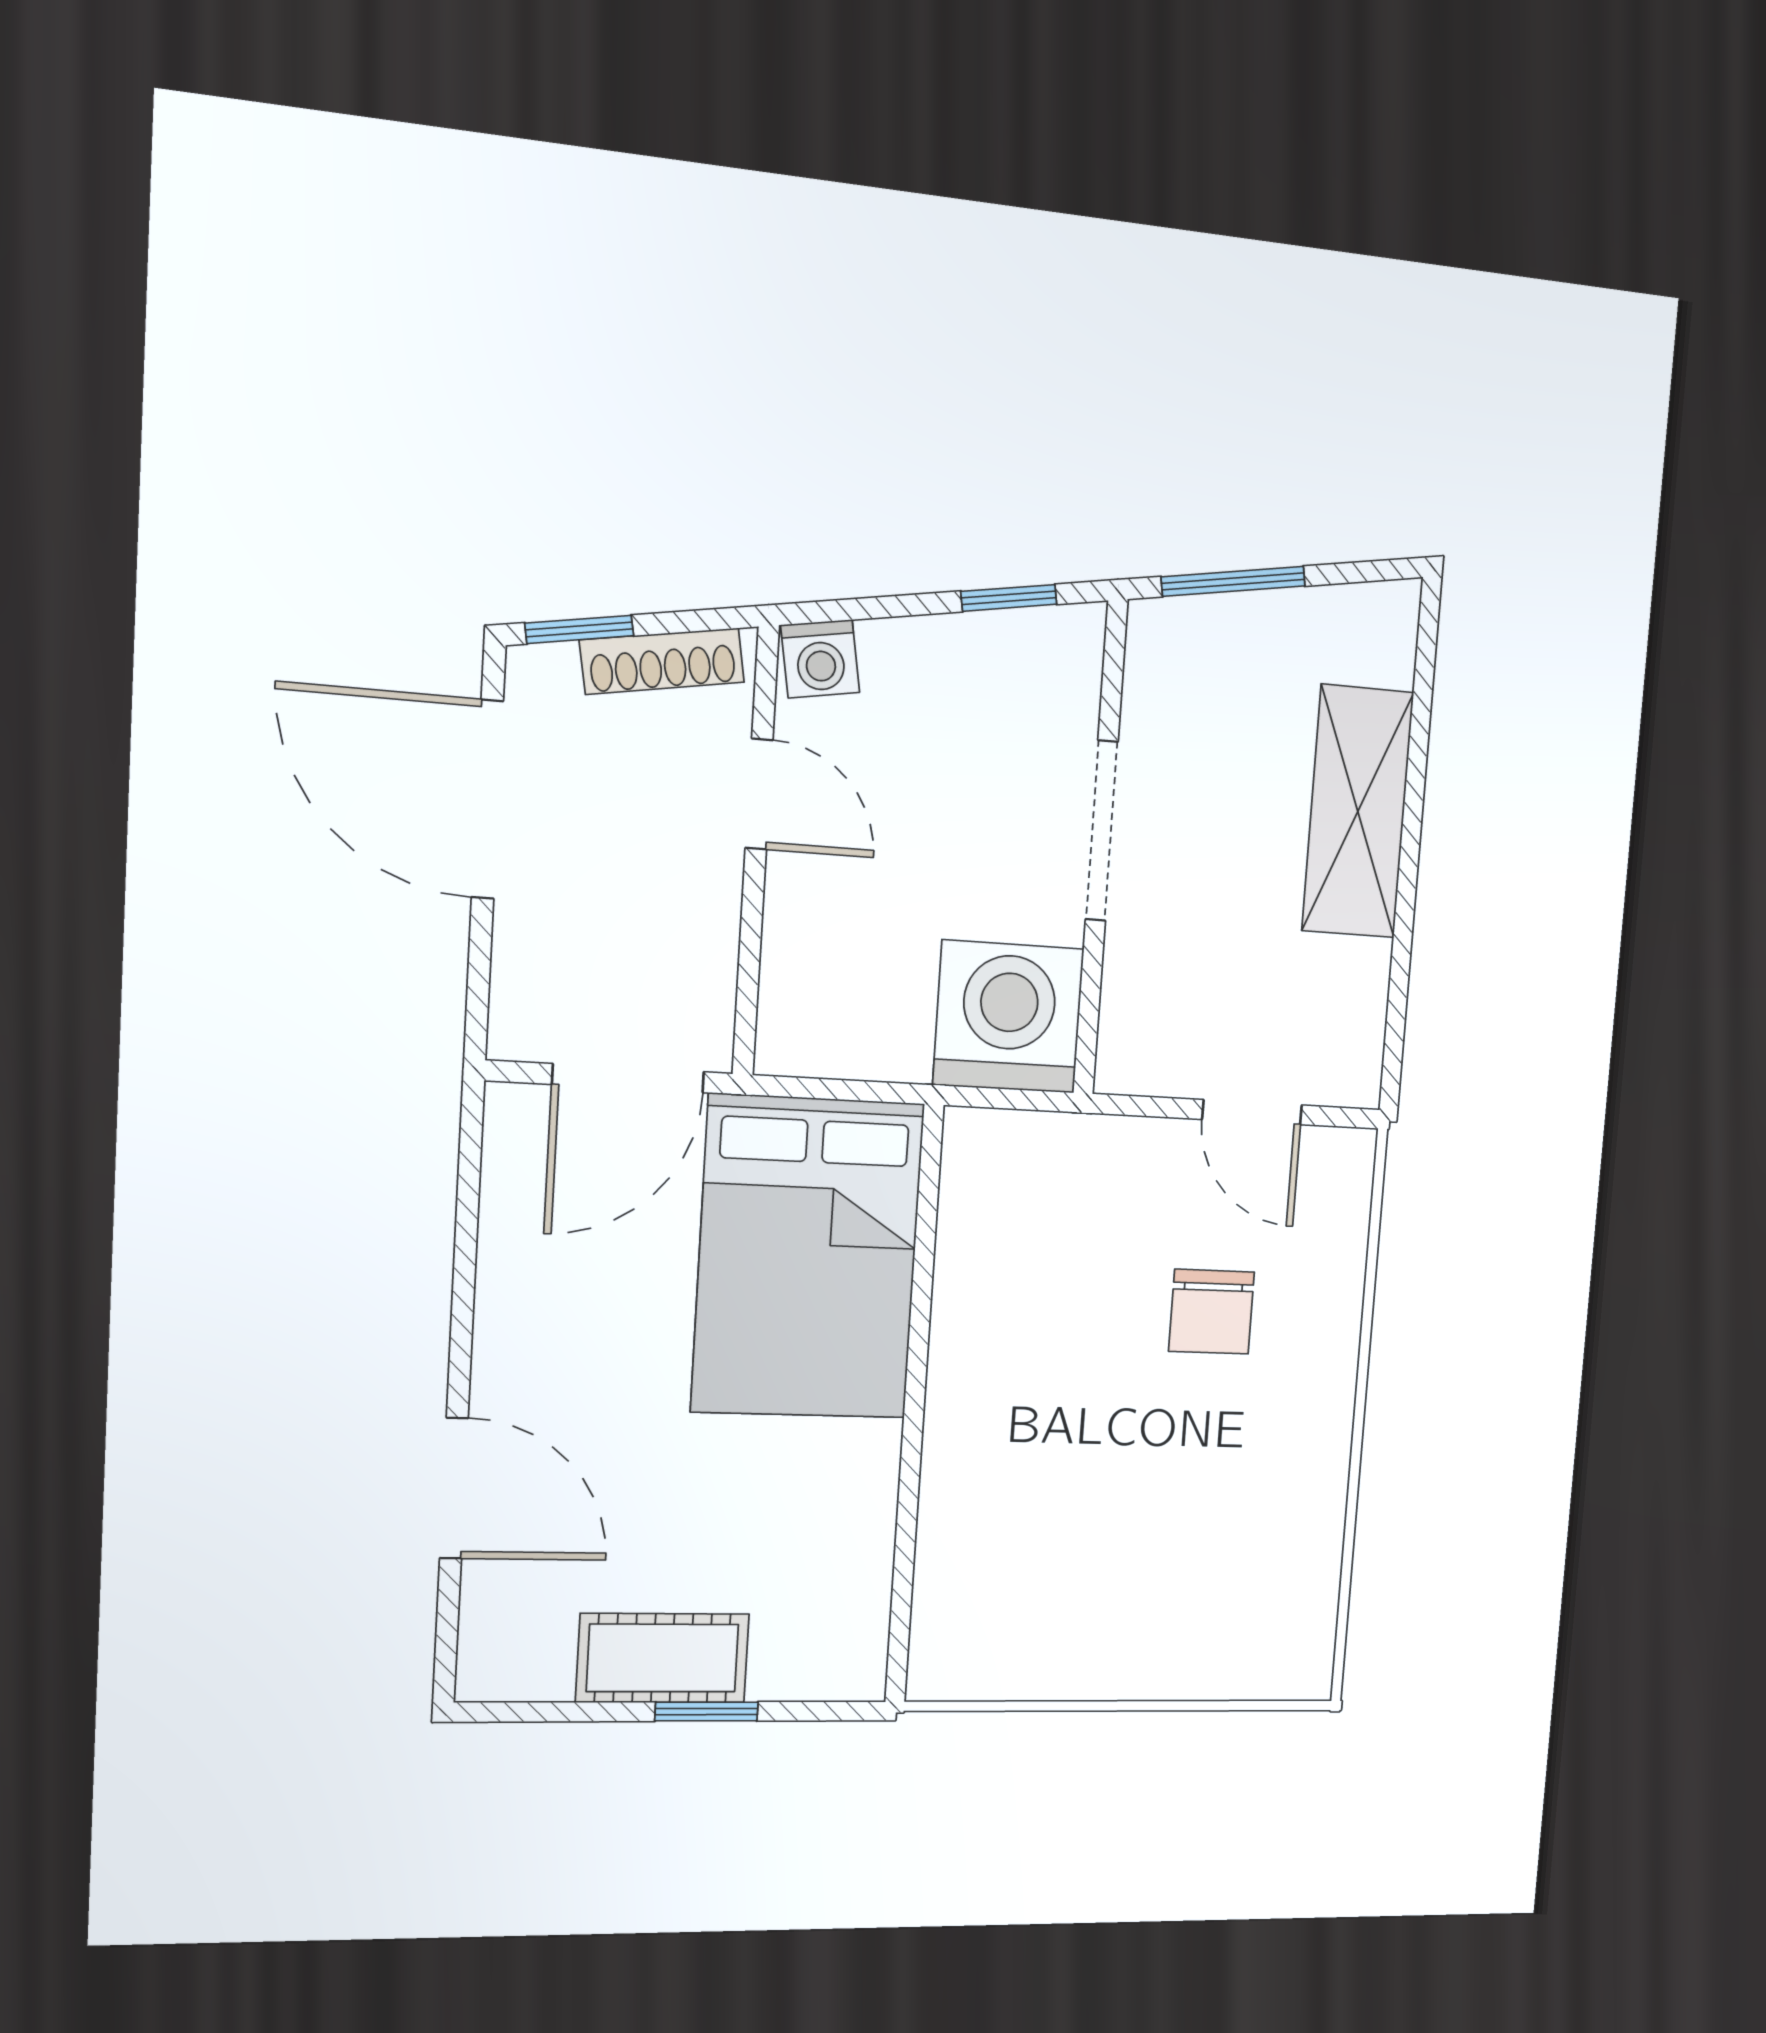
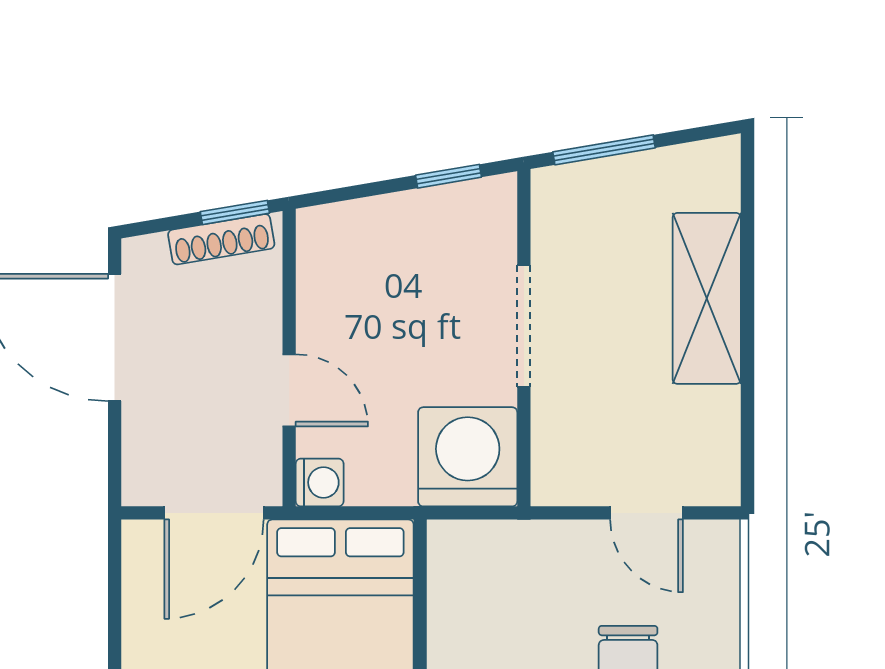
window: (579, 629) -> (235, 212), moved
washing machine: (820, 659) -> (320, 482), moved, turned -80
door: (759, 794) -> (289, 390), moved

